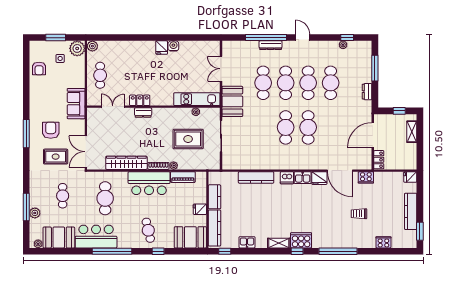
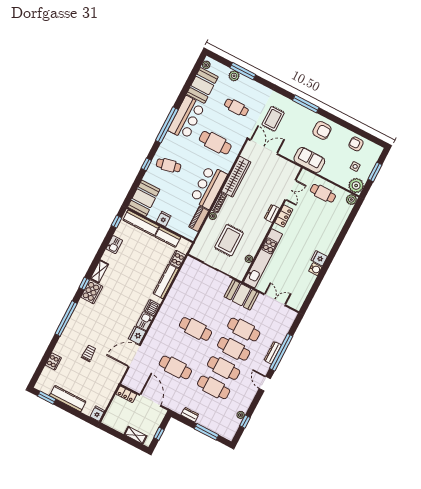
door: (303, 38) -> (265, 384), swing flipped
kitchen unit: (197, 99) -> (263, 258), width x1.36
cafe table: (308, 127) -> (175, 367), moved
armchair: (51, 130) -> (322, 130), moved
cooker: (366, 177) -> (177, 259), moved

